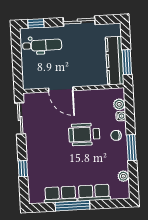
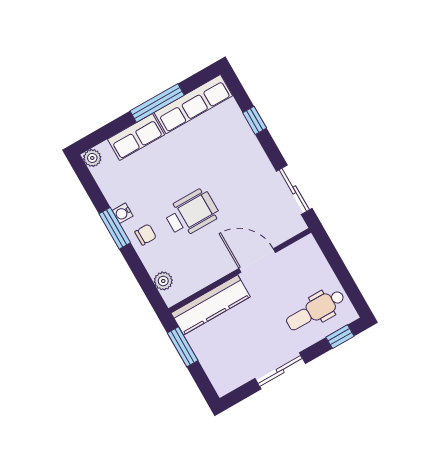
kitchen counter: (115, 61) -> (211, 305), moved, turned 90
water cooler: (121, 116) -> (123, 213), moved
plant: (123, 176) -> (92, 158), moved
row of seats: (60, 195) -> (193, 104), width x1.48

